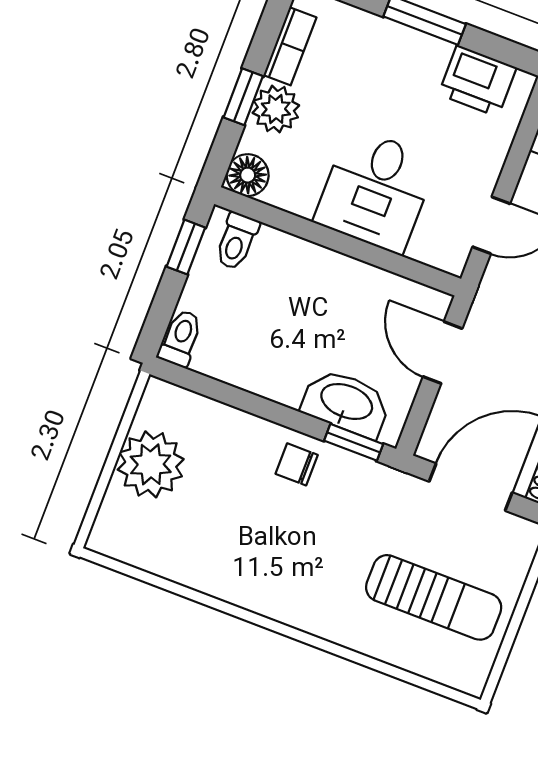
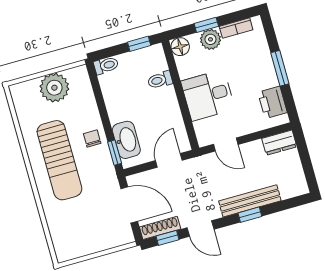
toilet: (237, 241) -> (160, 80), moved
sun lounger: (434, 597) -> (59, 160), moved, width x1.36, depth x1.34

